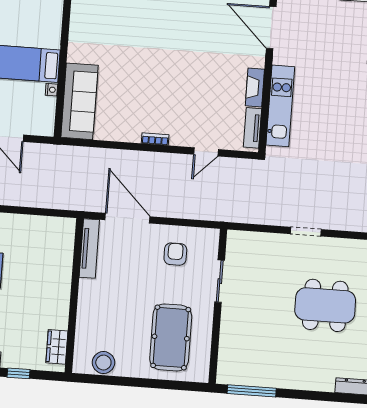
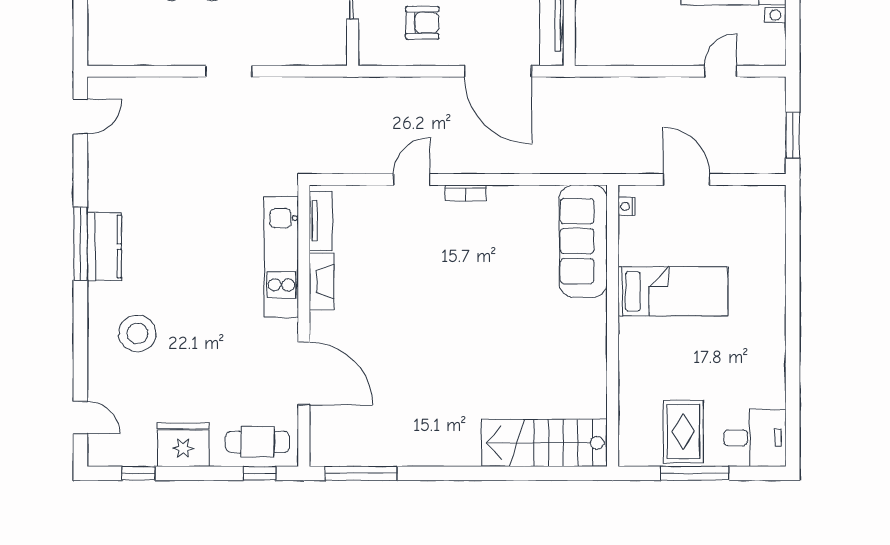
nightstand: (51, 90) -> (627, 206), moved
door: (206, 152) -> (412, 180), moved
armchair: (175, 254) -> (422, 23), turned -90

